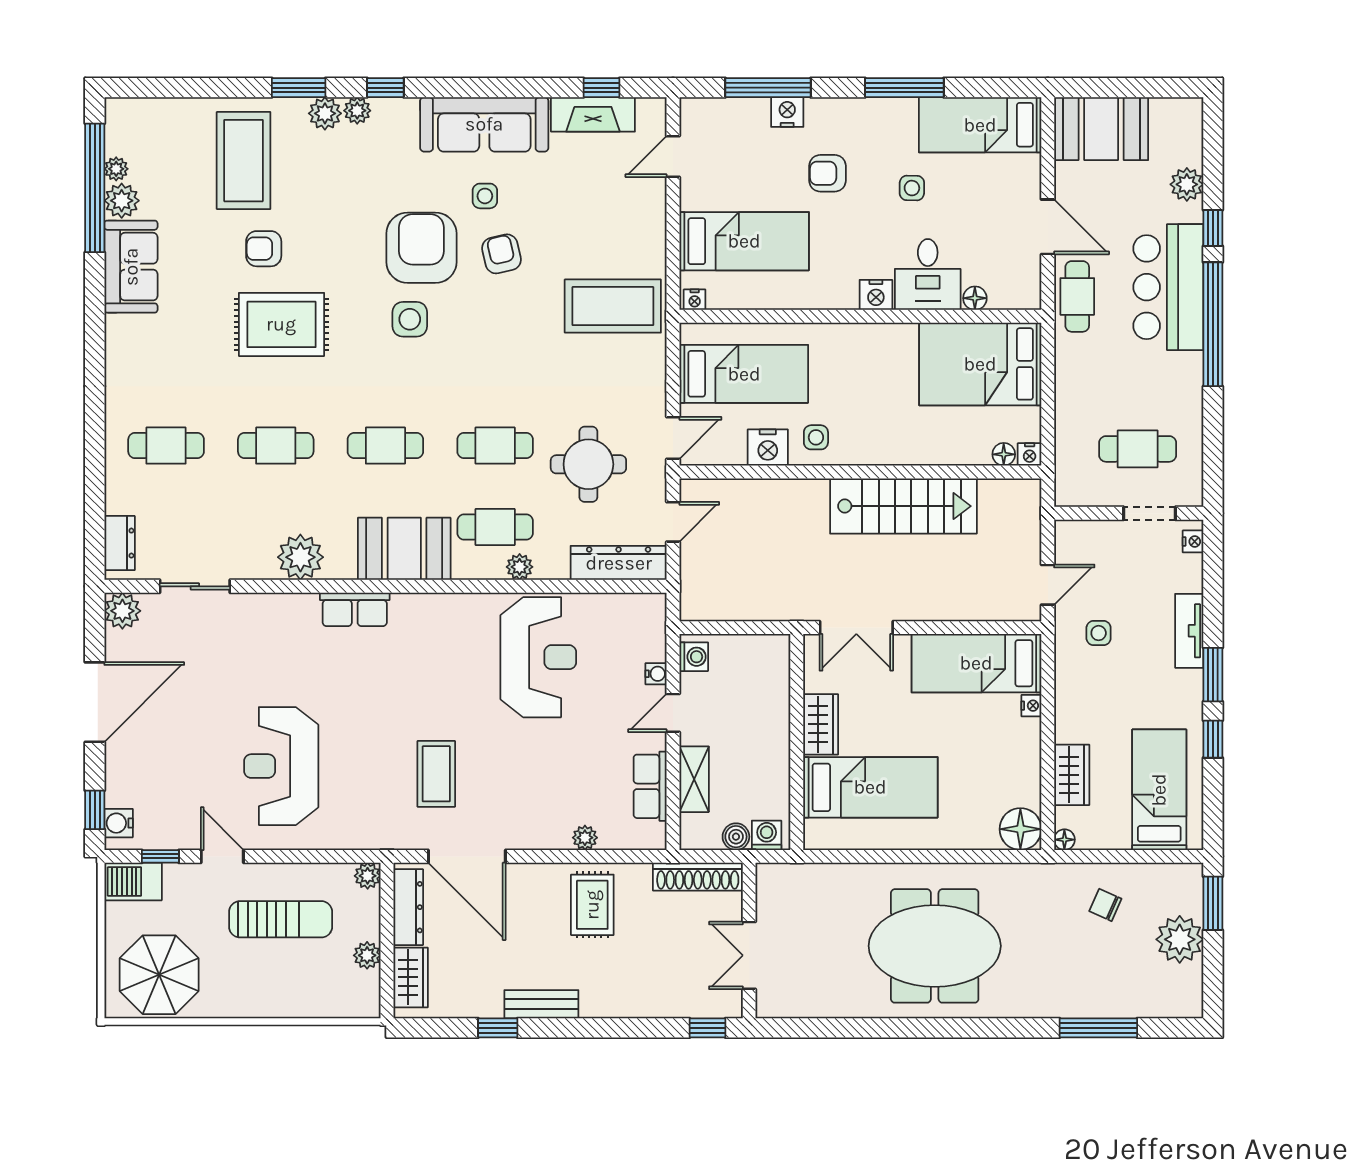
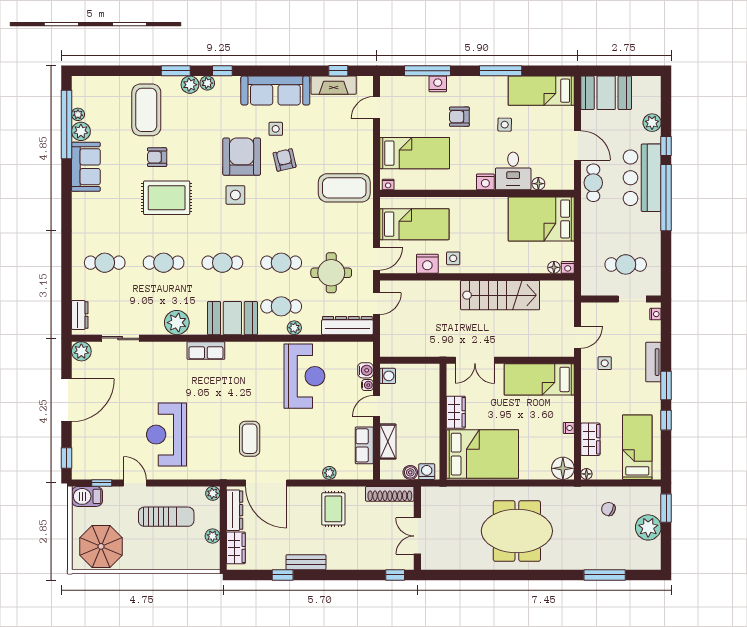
nightstand: (1031, 706) -> (569, 428), moved
bed: (870, 787) -> (482, 454), width x1.50
water cooler: (119, 823) -> (365, 370), moved, turned 180

